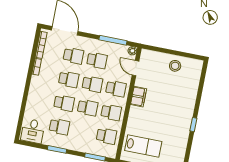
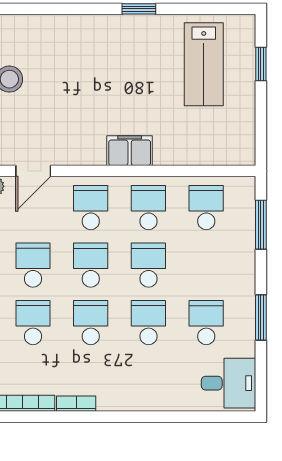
filing cabinet: (139, 97) -> (130, 151), moved
lab bench: (143, 146) -> (204, 64), moved, turned 180

